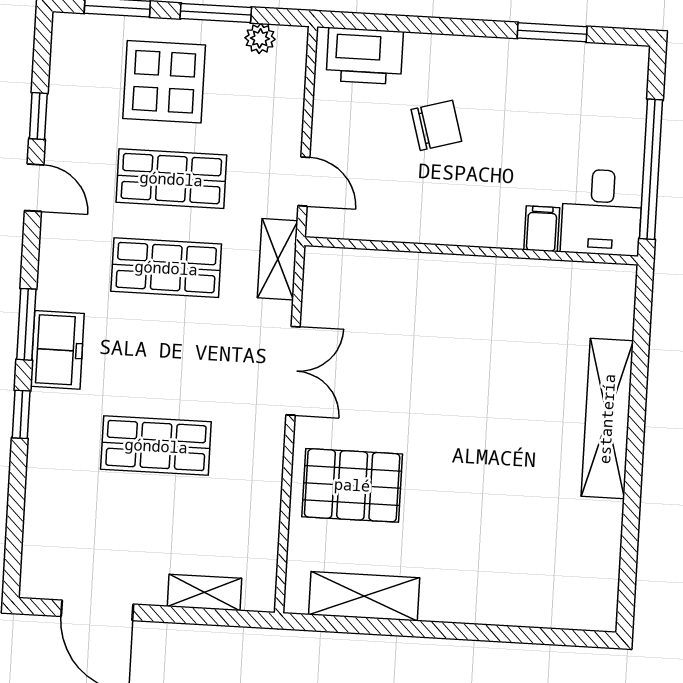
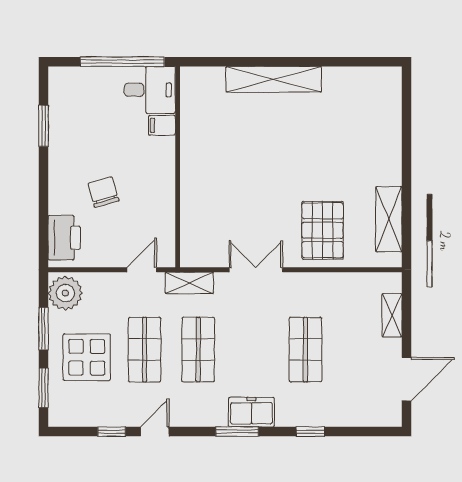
plant: (260, 38) -> (65, 293), width x1.88, depth x1.88
window: (21, 414) -> (310, 432), moved

